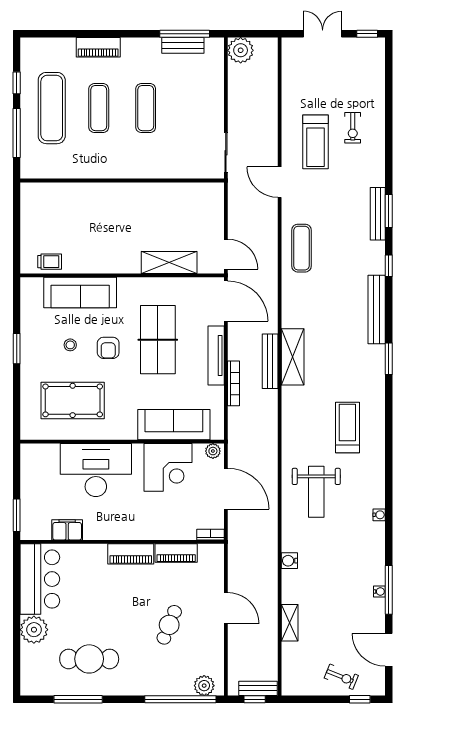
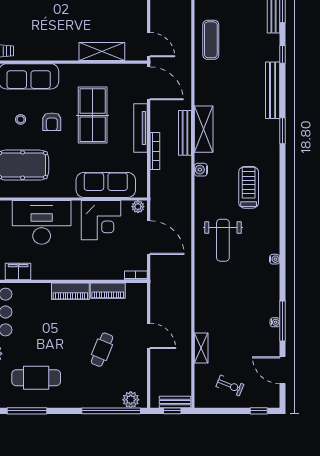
water cooler: (289, 561) -> (201, 170), moved
exercise bike: (341, 677) -> (230, 385), moved

